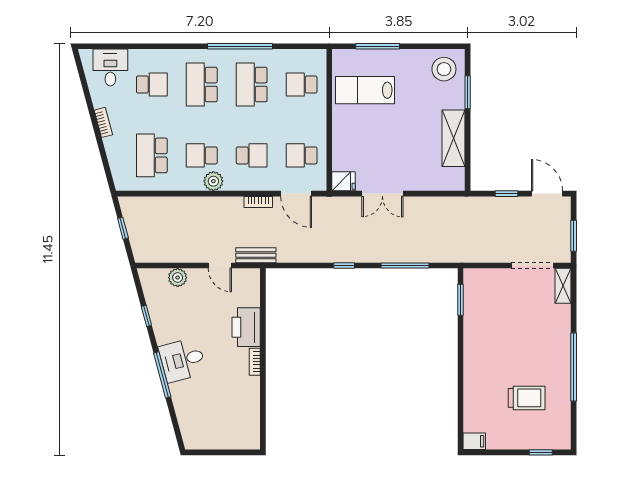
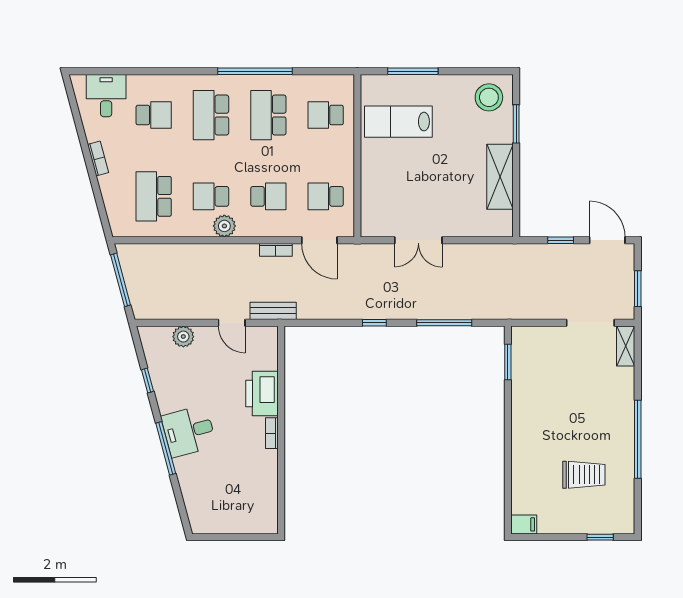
fridge: (344, 181) -> (374, 226), removed
window: (123, 228) -> (121, 280), width x2.17

